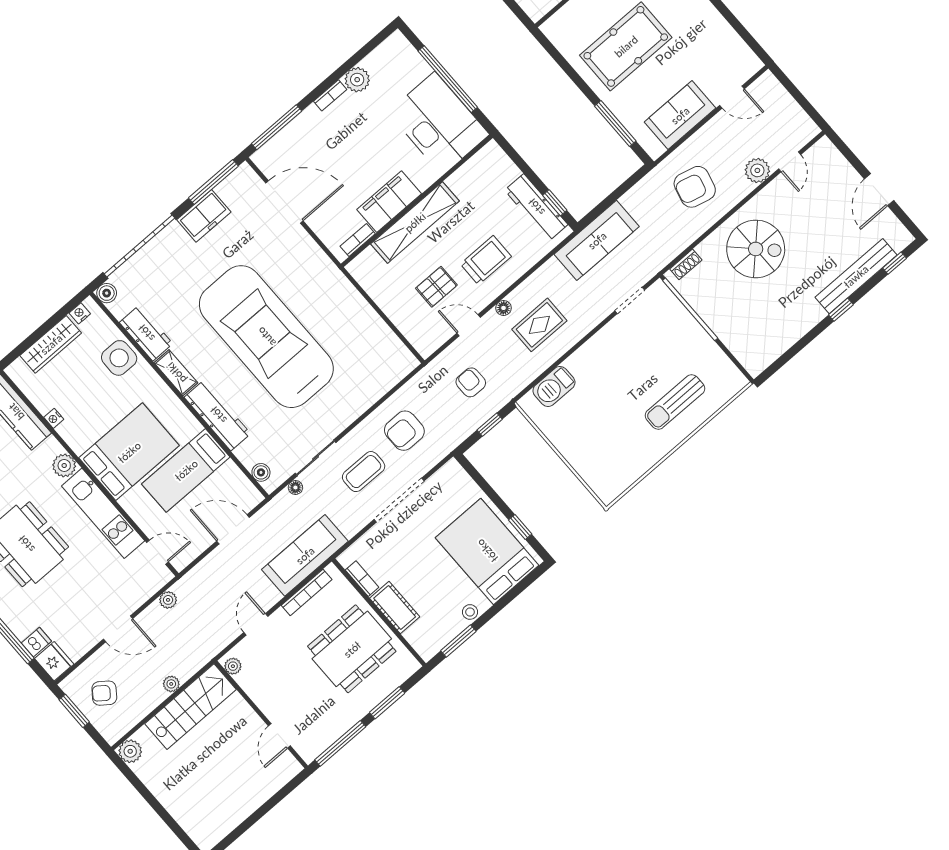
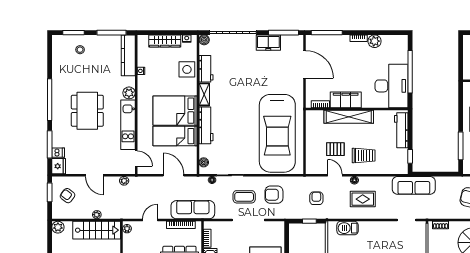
workbench: (536, 207) -> (401, 130), moved
car: (266, 337) -> (277, 133), moved, turned 180
bed: (129, 452) -> (175, 111), moved, turned 180

